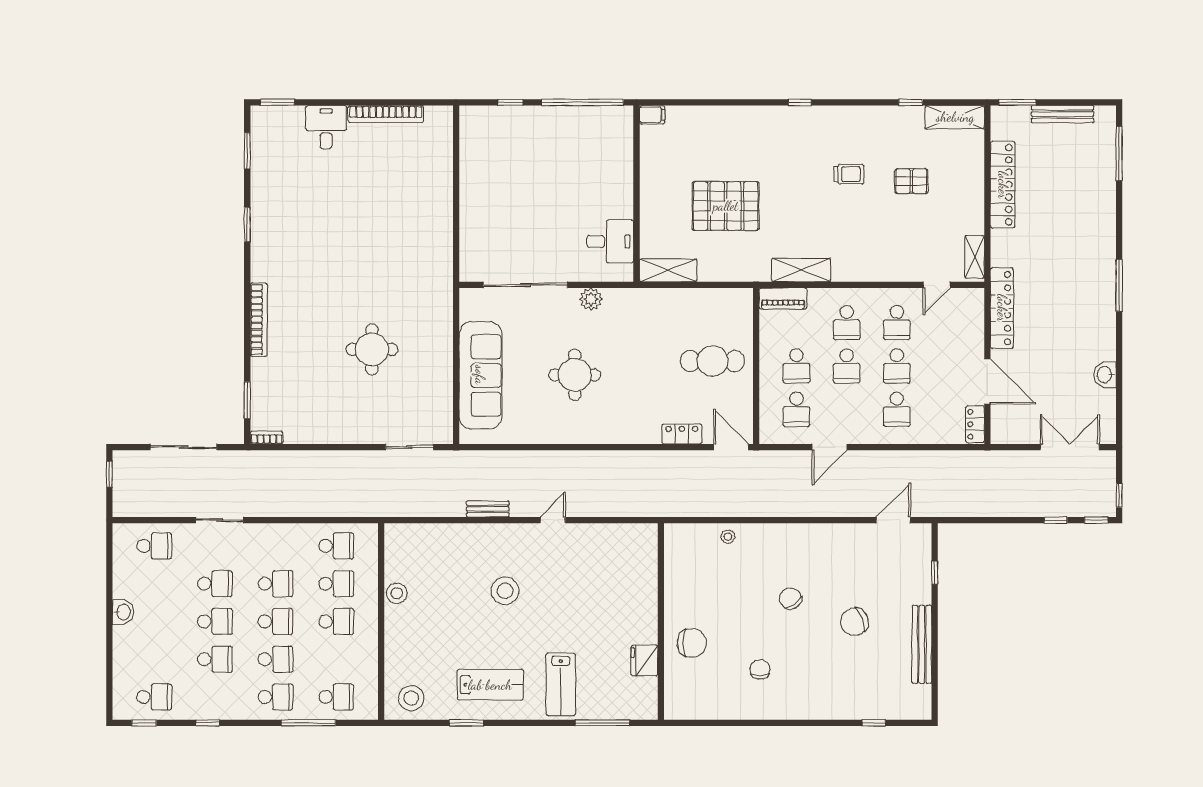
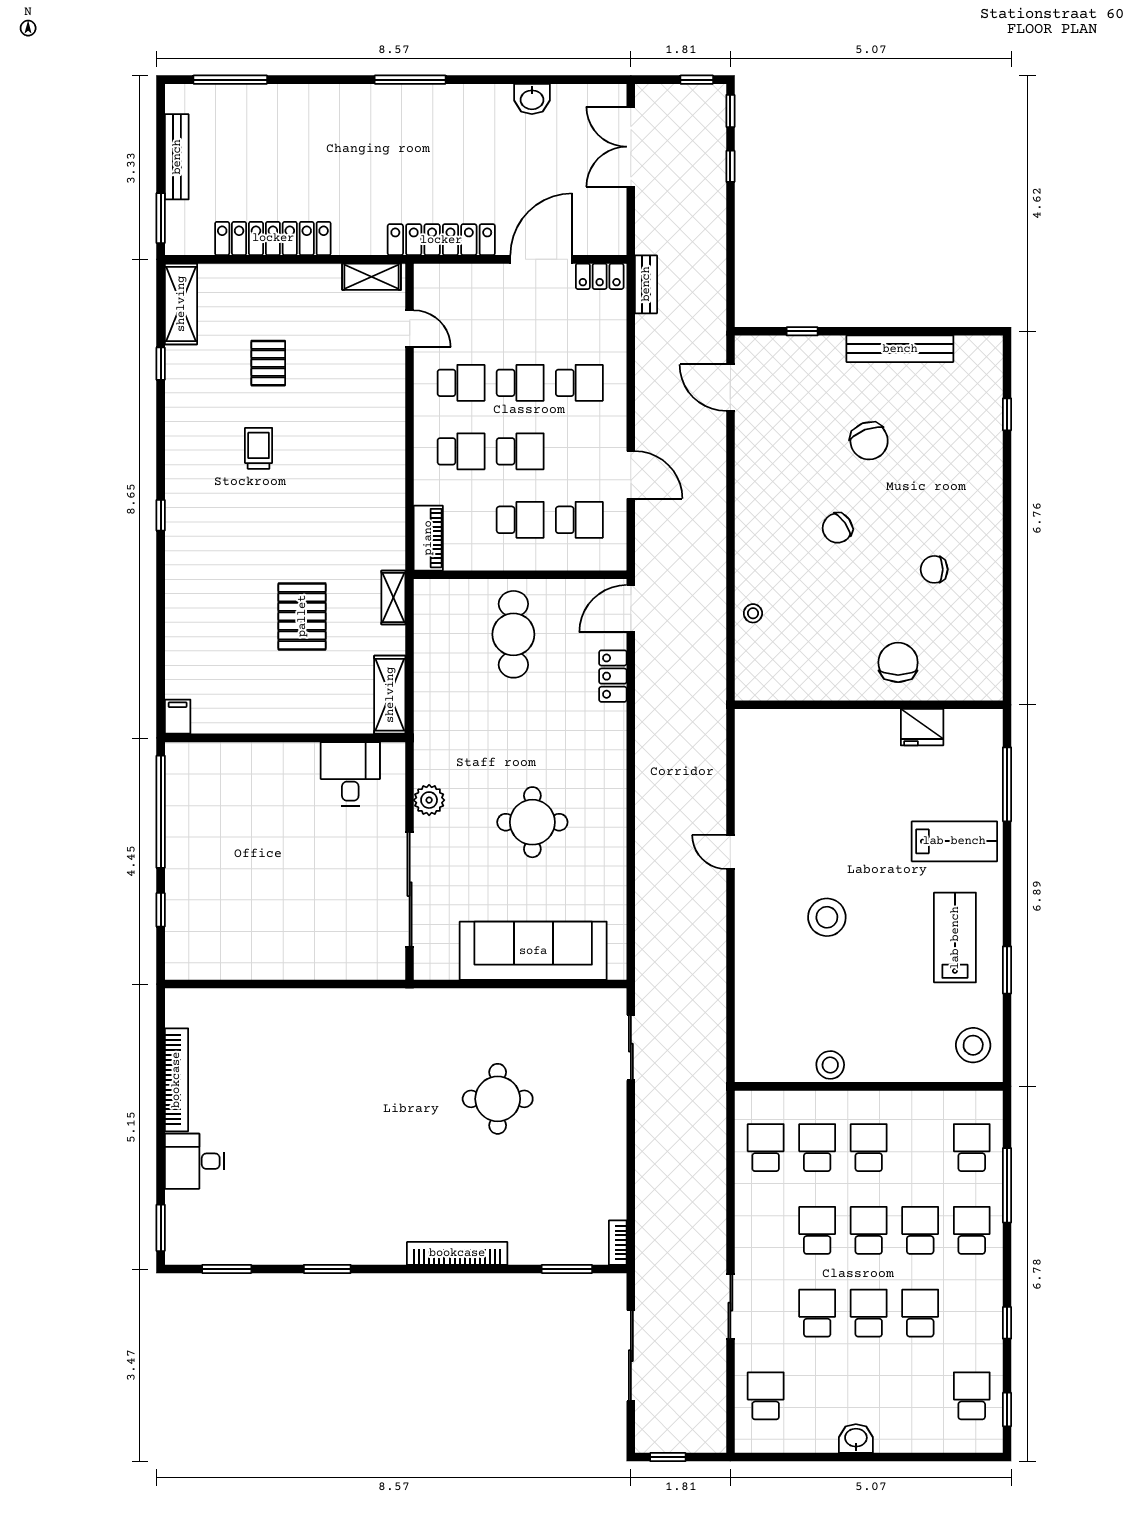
pallet: (726, 206) -> (302, 616), width x0.73, depth x0.71
shelving: (801, 270) -> (393, 598), moved, width x0.67, depth x0.75
bench: (488, 509) -> (646, 284), moved

